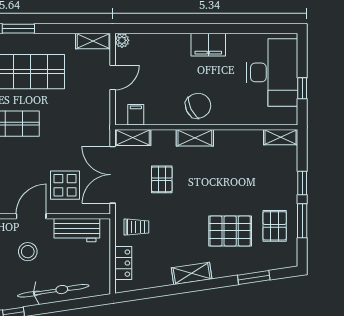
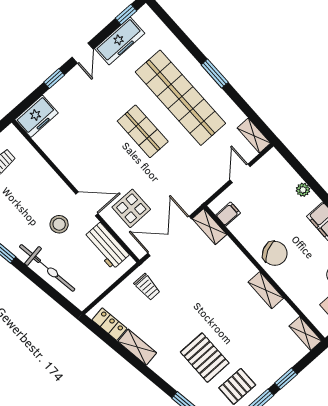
plant: (122, 40) -> (303, 190), moved
door: (113, 78) -> (240, 173), swing flipped
shelving: (195, 138) -> (266, 290), moved
pallet: (162, 179) -> (198, 275), removed
locker: (123, 263) -> (109, 324), moved, turned -98
shelving: (192, 273) -> (137, 347), moved

